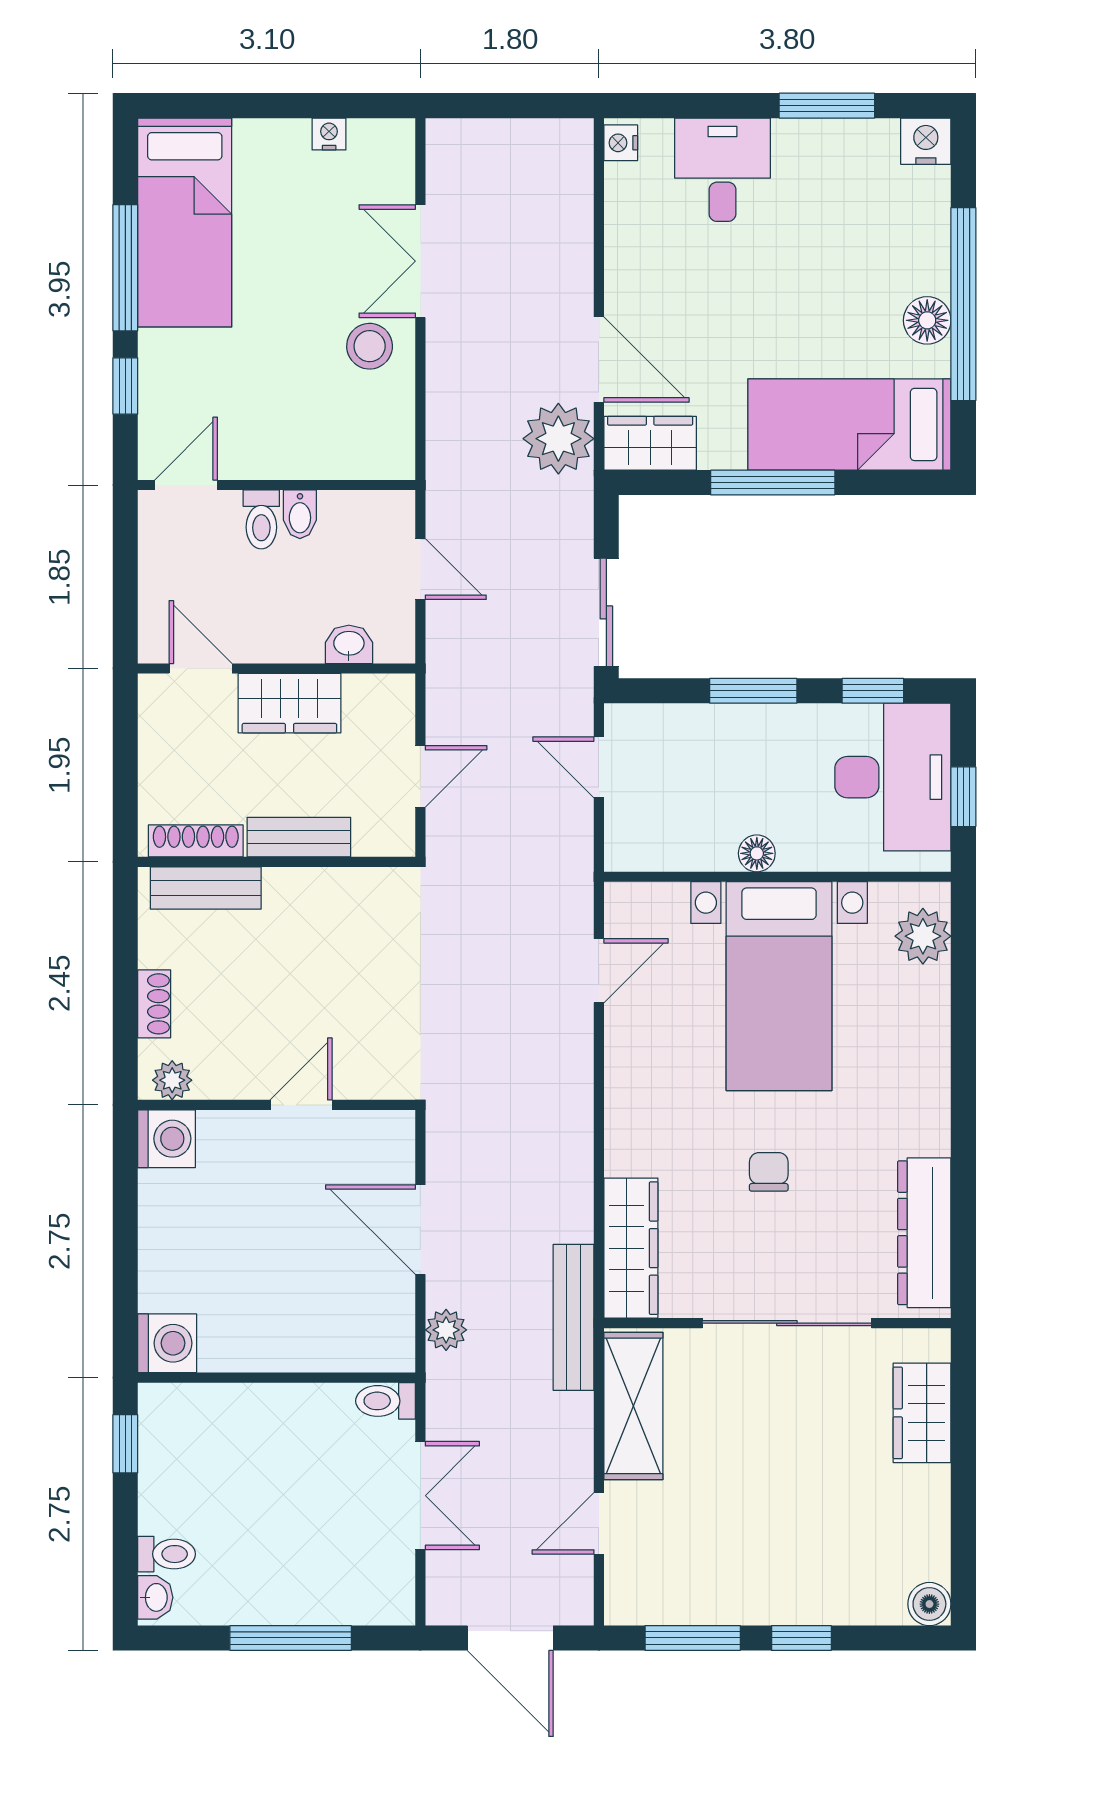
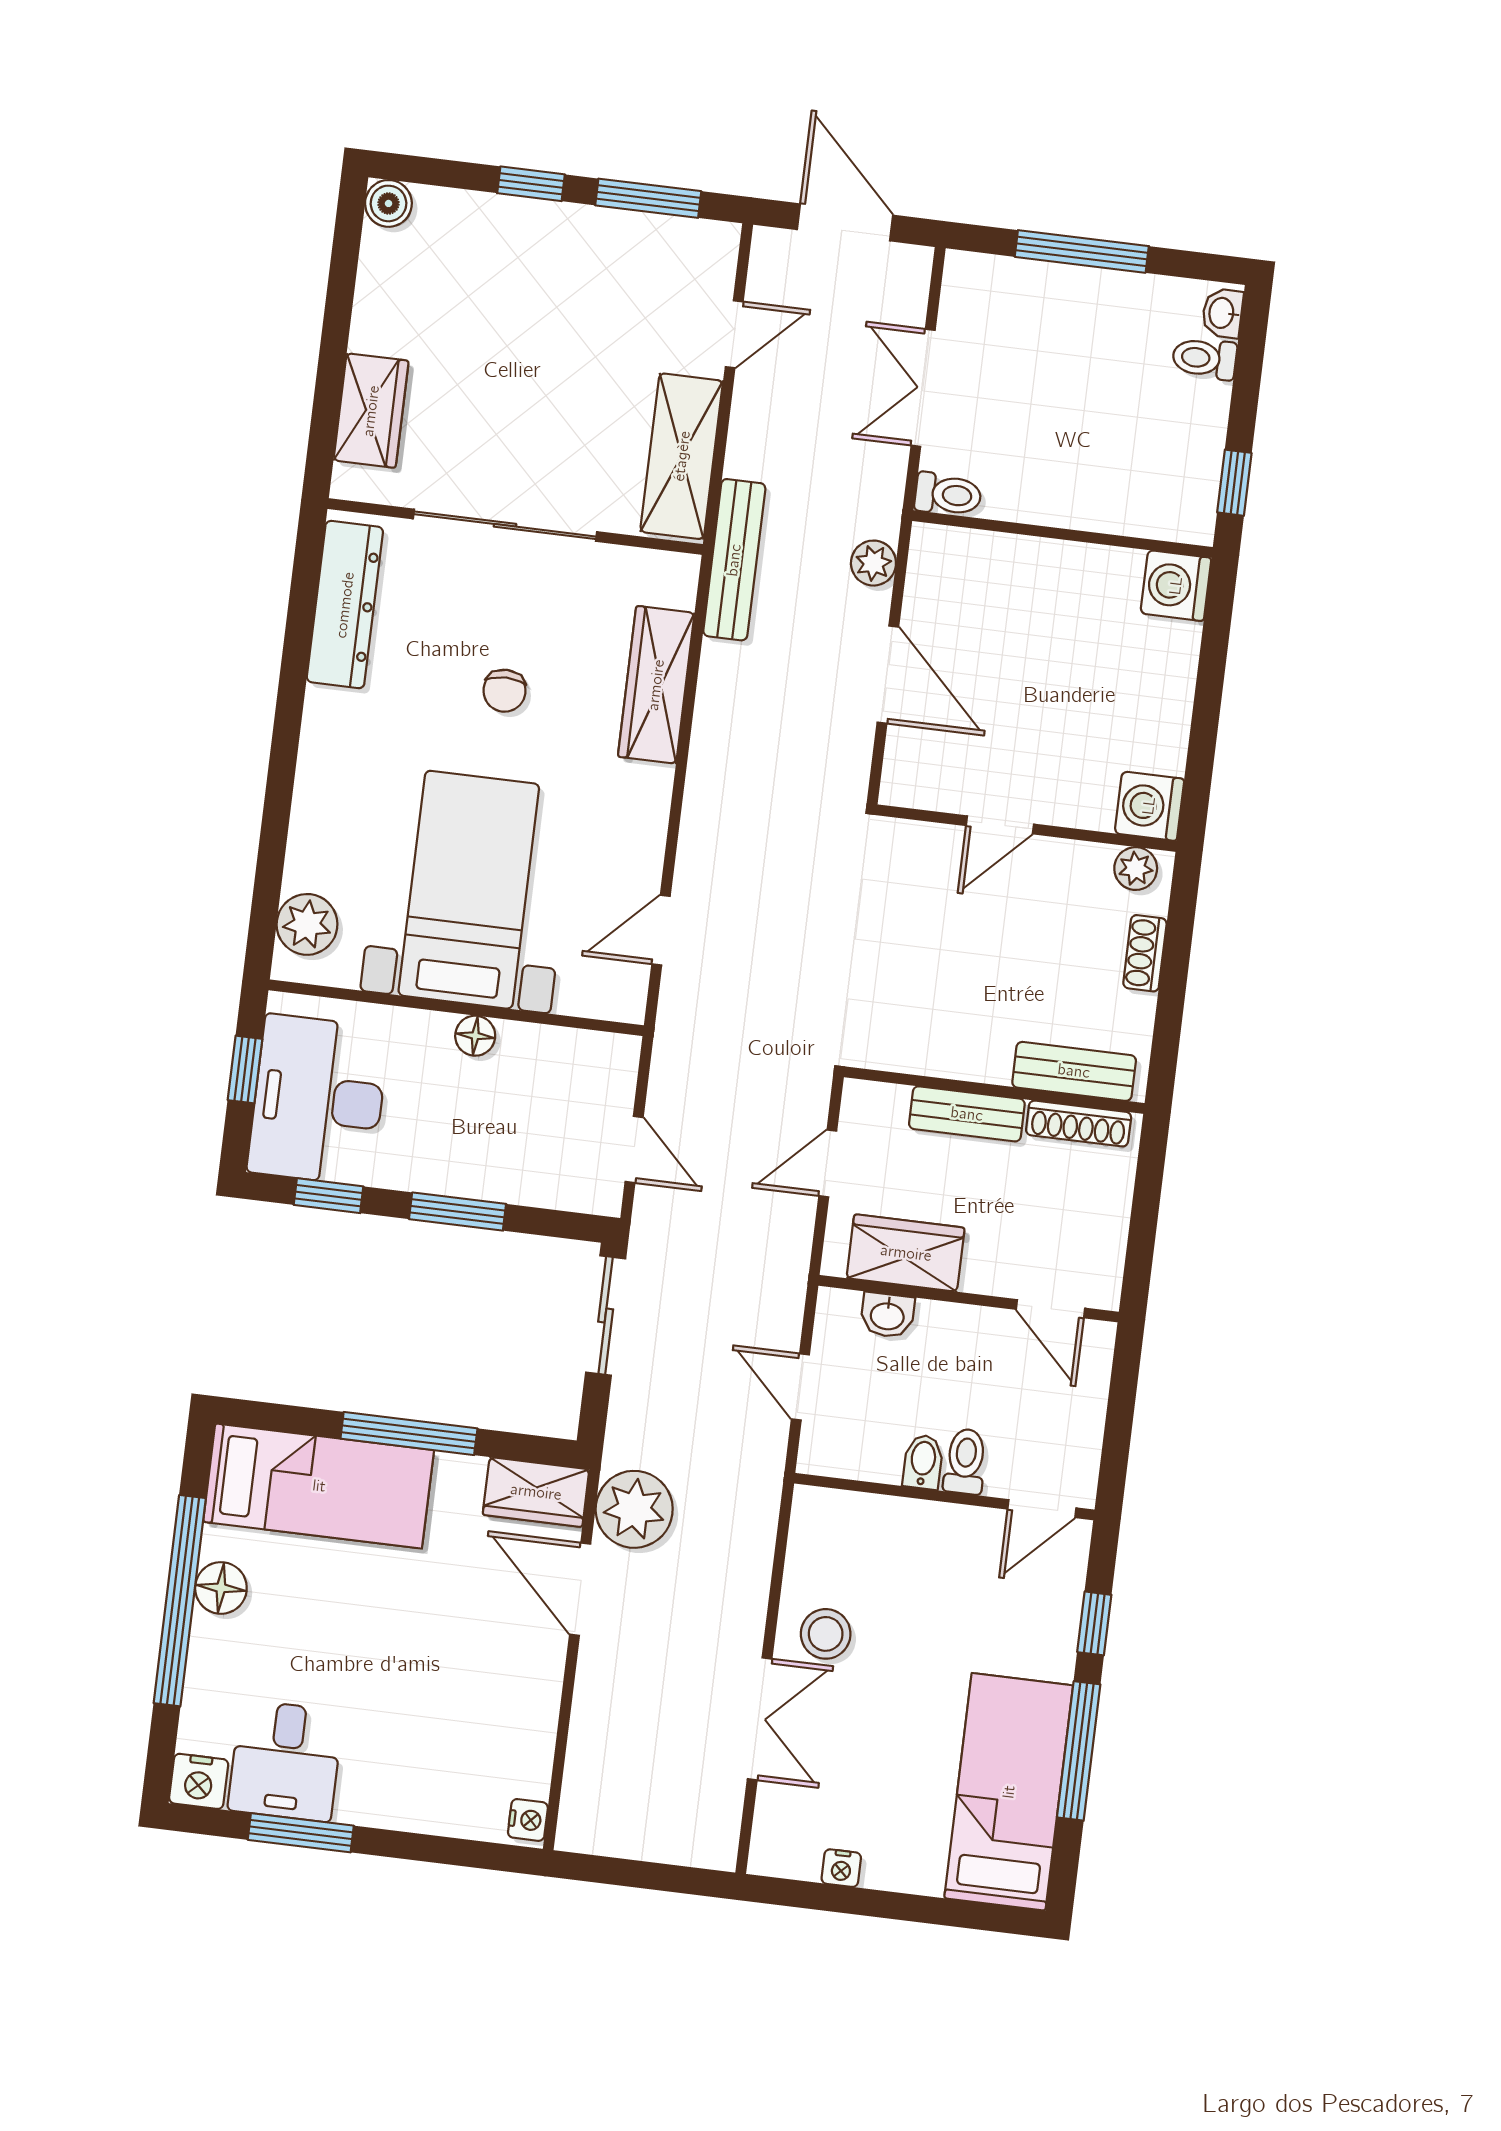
desk: (722, 170) -> (285, 1761), moved
wardrobe: (289, 703) -> (906, 1253), moved
wardrobe: (631, 1248) -> (656, 685), moved

